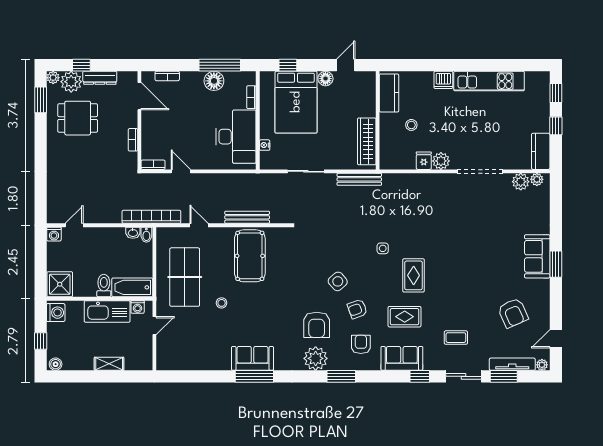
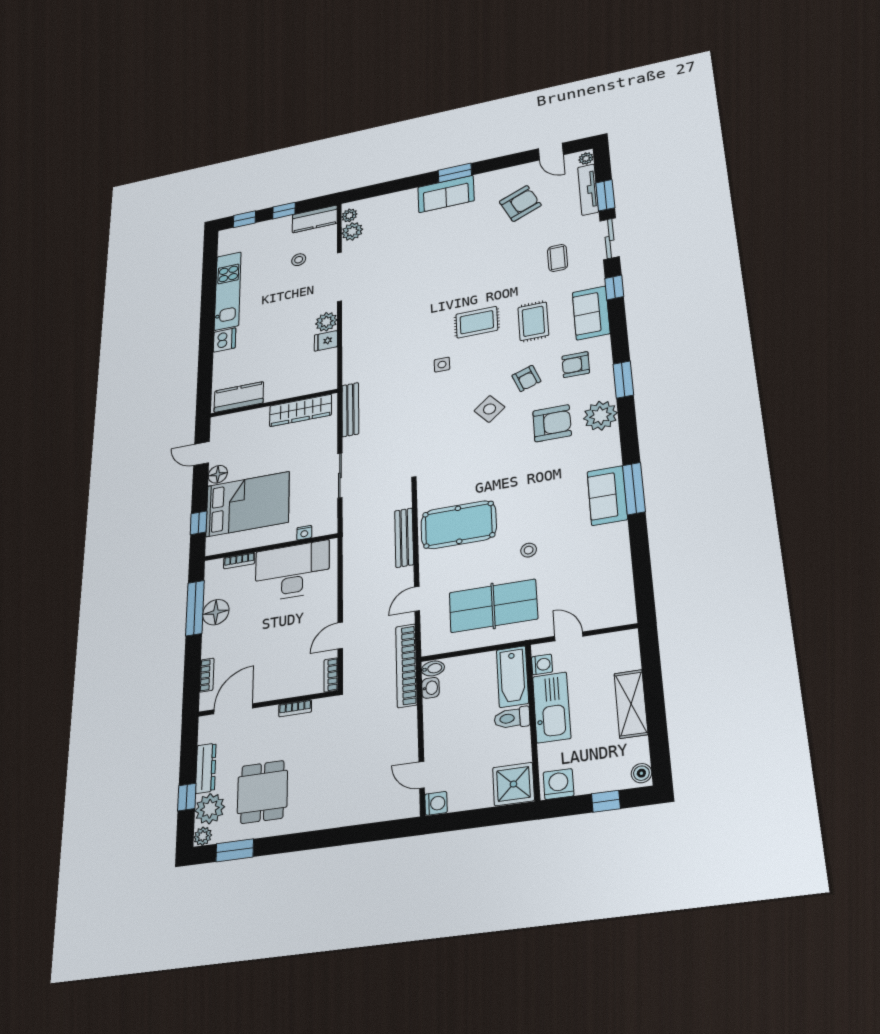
stool: (411, 125) -> (299, 260), moved
shelving: (109, 364) -> (631, 704), width x1.50, depth x1.33

